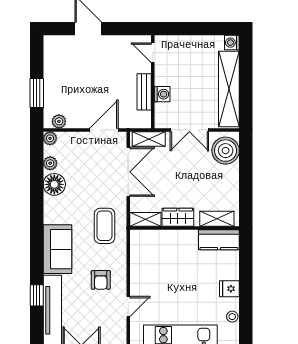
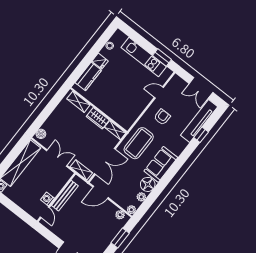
bench: (144, 92) -> (65, 196), width x1.36
washing machine: (162, 94) -> (47, 199), moved
boiler: (226, 151) -> (41, 134), width x0.54, depth x0.54
double door: (128, 172) -> (105, 161), swing flipped
coffee table: (104, 226) -> (139, 143), width x1.36, depth x1.32
kitchen counter: (219, 240) -> (88, 76), moved, turned 90
sofa: (57, 249) -> (161, 164), moved

